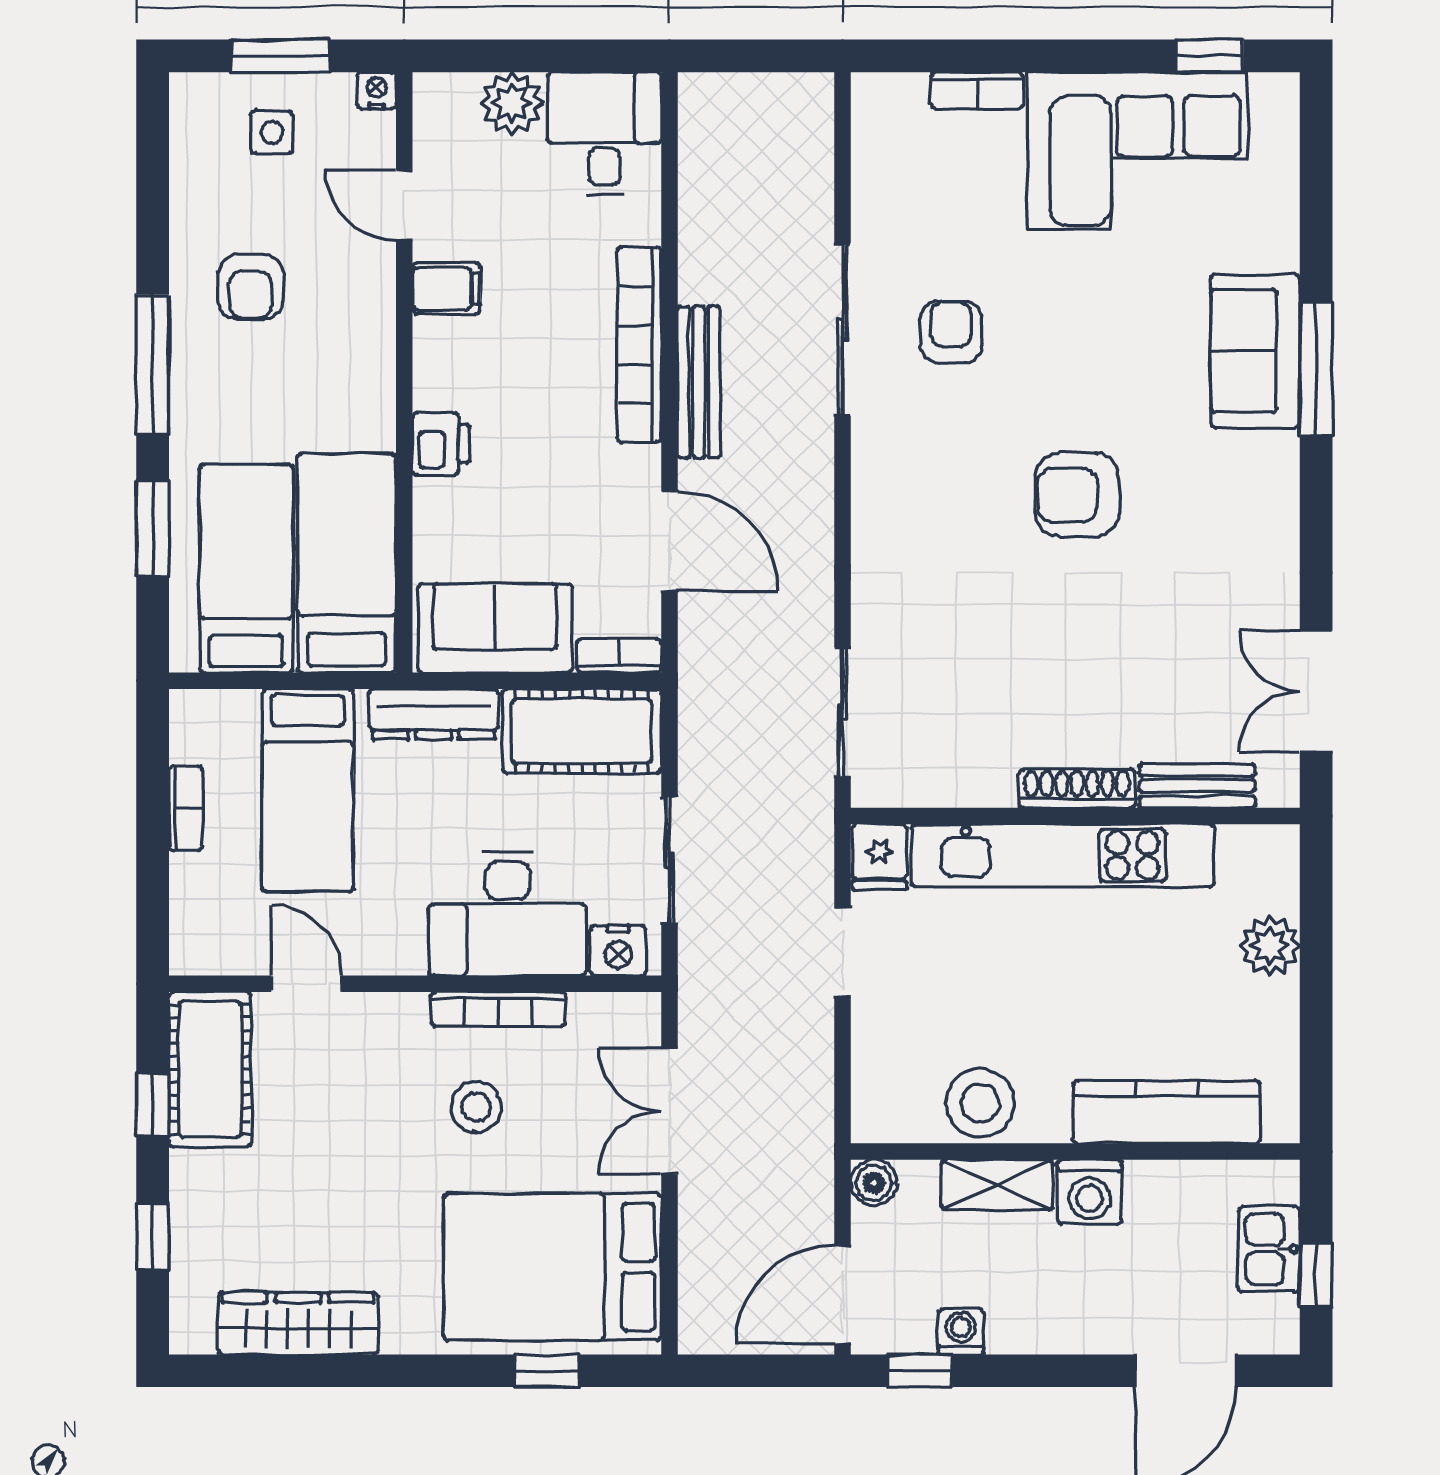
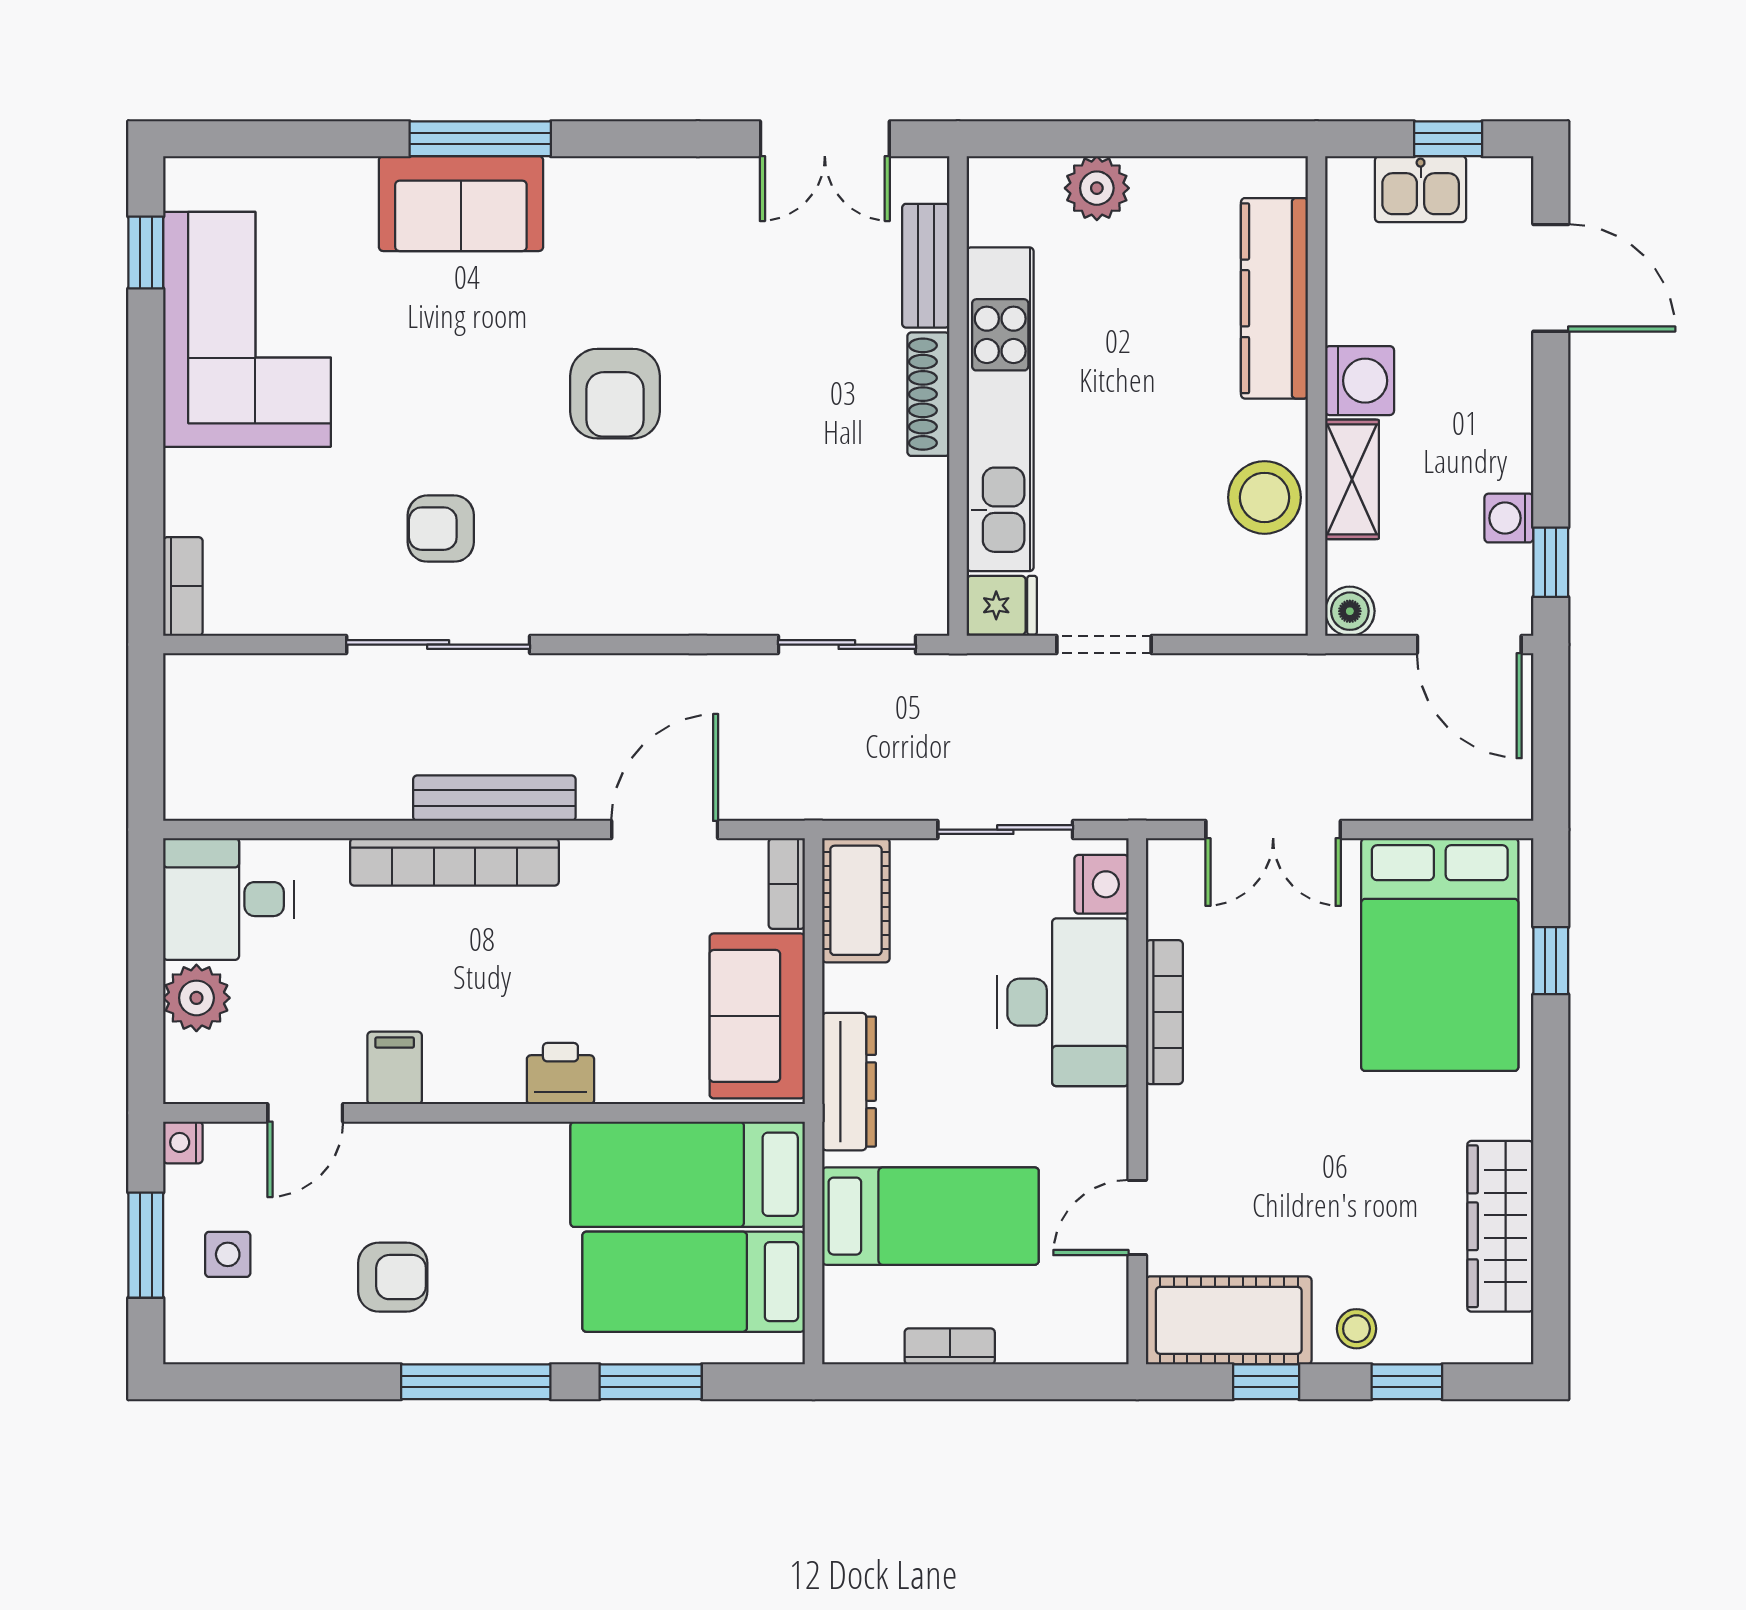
bookcase: (977, 91) -> (183, 586), moved
cot: (582, 731) -> (856, 900), width x0.73, depth x0.75
stool: (476, 1107) -> (1356, 1329), moved, width x0.73, depth x0.73

